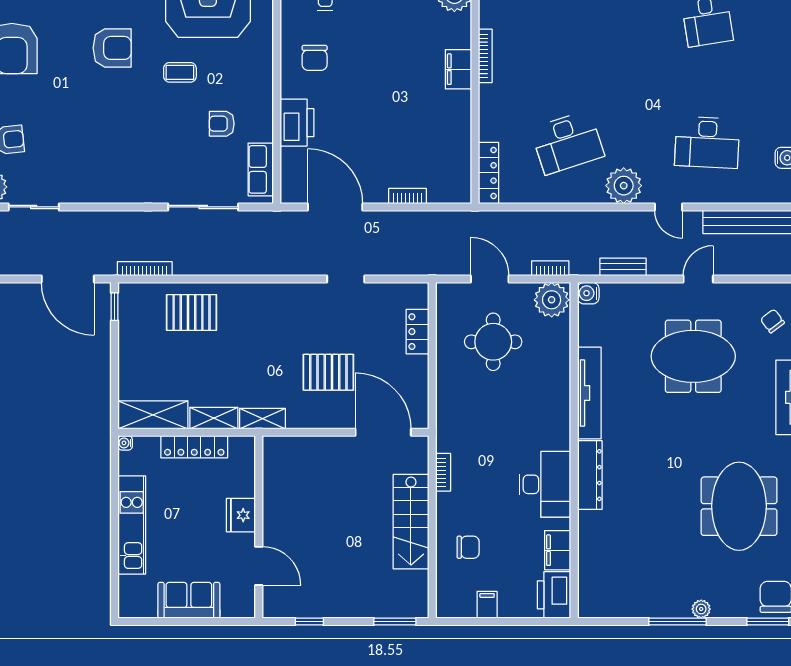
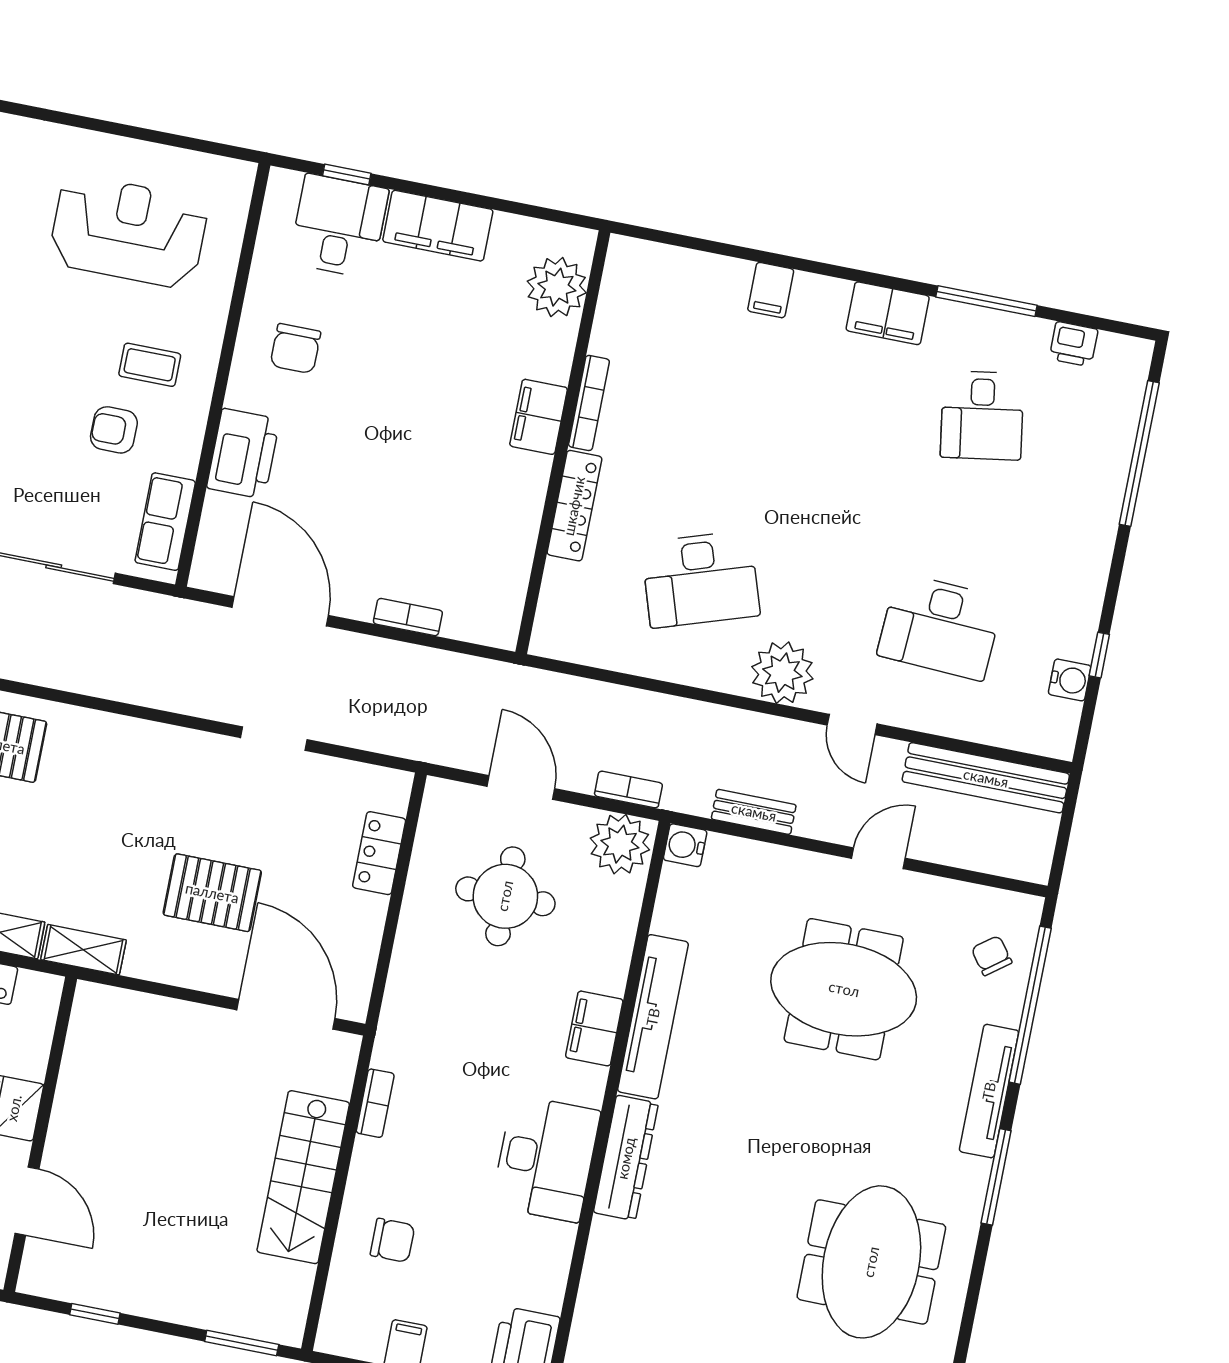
coffee table: (180, 72) -> (150, 365), moved
locker: (488, 173) -> (574, 506), moved
filing cabinet: (558, 550) -> (594, 1028), moved

